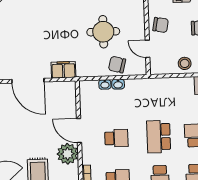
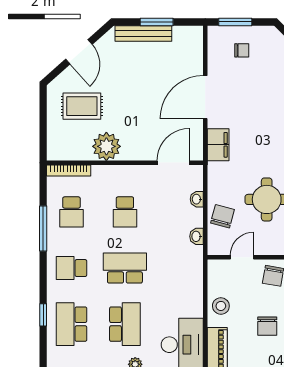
washbasin: (118, 84) -> (196, 236), moved
door: (79, 131) -> (173, 163), moved

